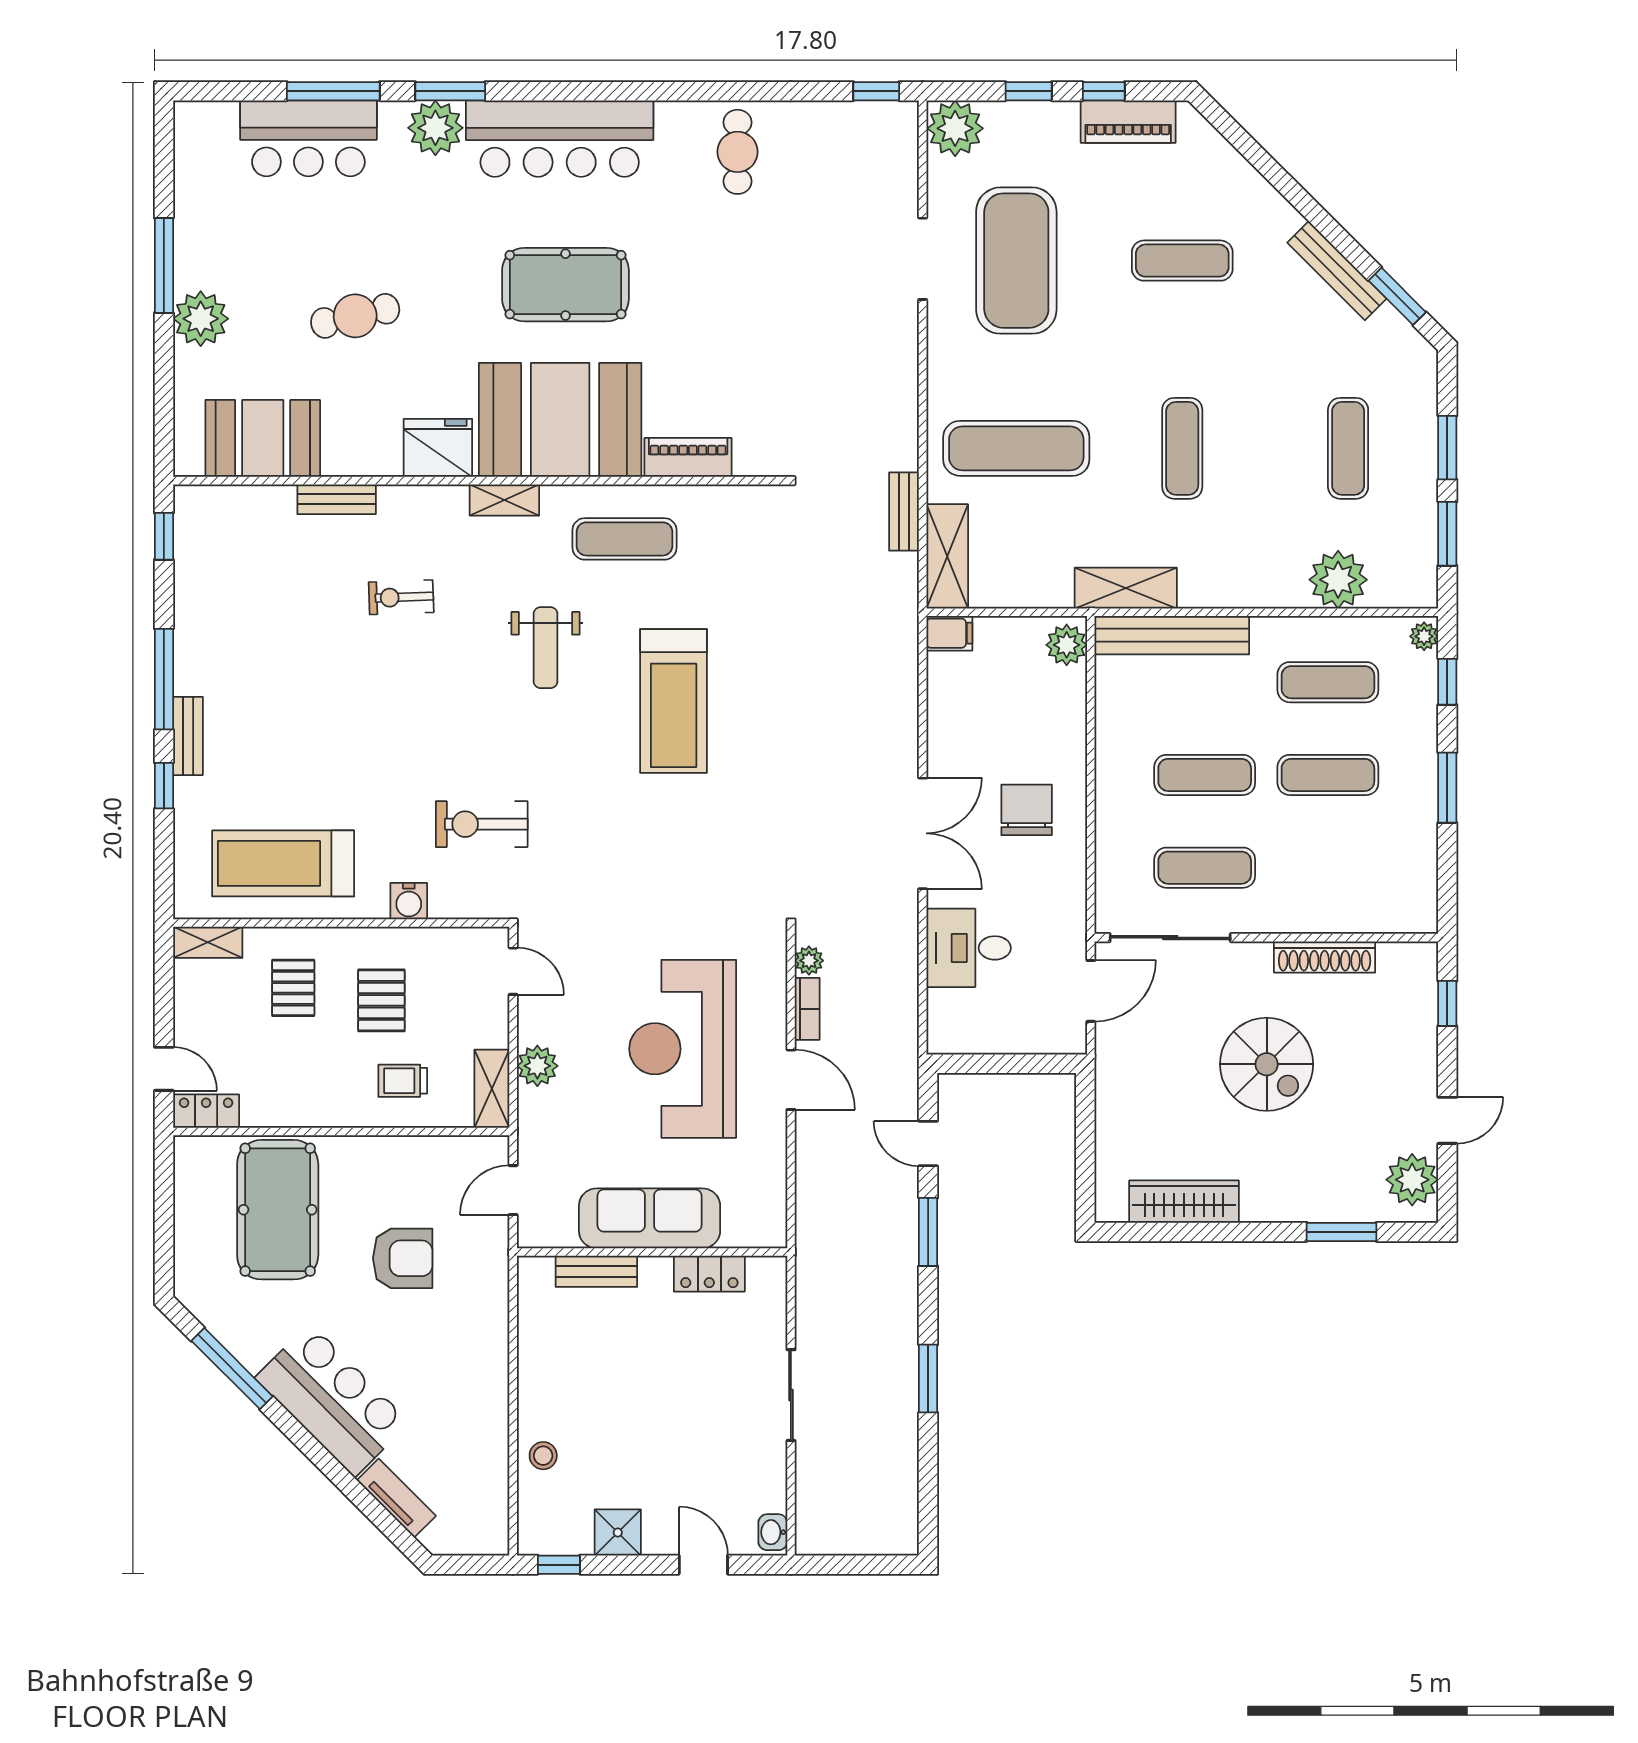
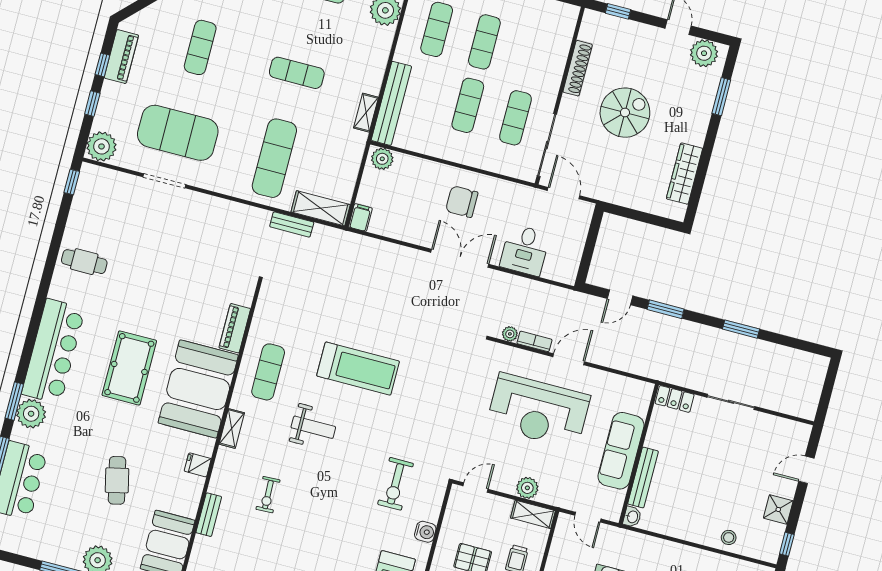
fridge: (438, 448) -> (198, 465), width x0.53, depth x0.75
shelving: (1126, 588) -> (366, 113), width x0.67, depth x0.75
bench: (596, 1271) -> (643, 478), width x1.36
locker: (709, 1274) -> (675, 399), moved, turned 90
washbasin: (773, 1532) -> (632, 517), moved, turned -90

